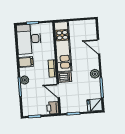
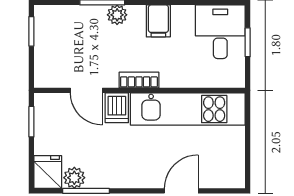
desk: (29, 39) -> (220, 32), width x0.73
plant: (95, 74) -> (74, 178), moved
door: (58, 91) -> (86, 90), swing flipped
printer: (53, 108) -> (48, 75), removed

